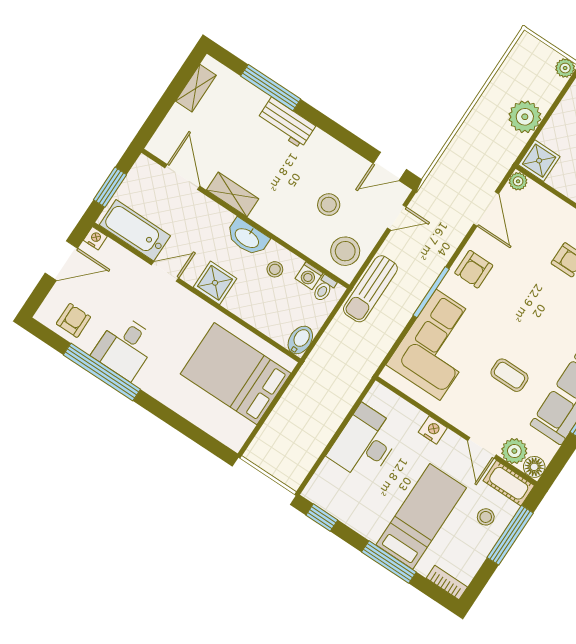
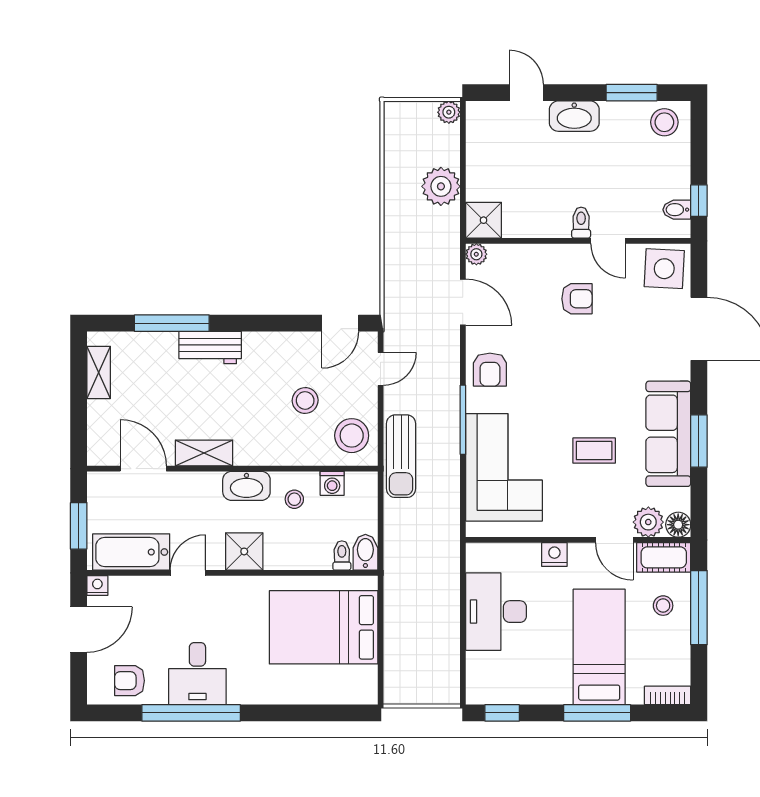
toilet: (324, 289) -> (342, 555), moved, turned 180
armchair: (73, 320) -> (129, 681), turned -90

